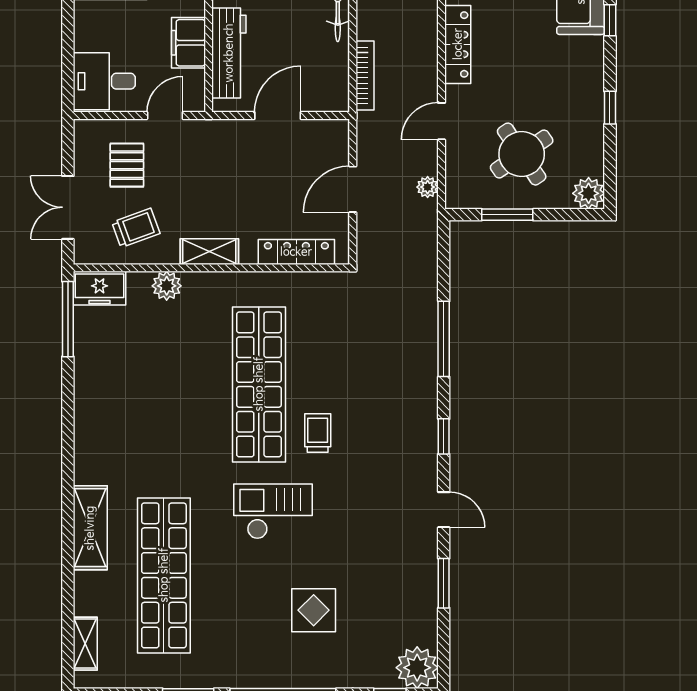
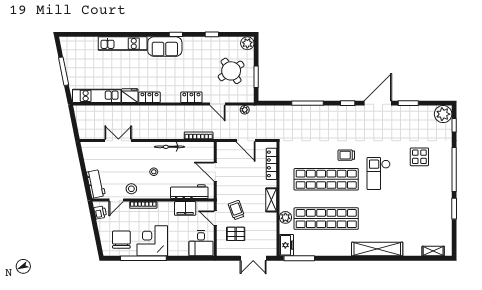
locker: (458, 44) -> (191, 97), width x0.66
trolley: (136, 228) -> (236, 210), moved
door: (444, 510) -> (378, 103), width x1.88
shelving: (90, 528) -> (377, 249), width x1.47
shop shelf: (164, 575) -> (326, 219), moved

